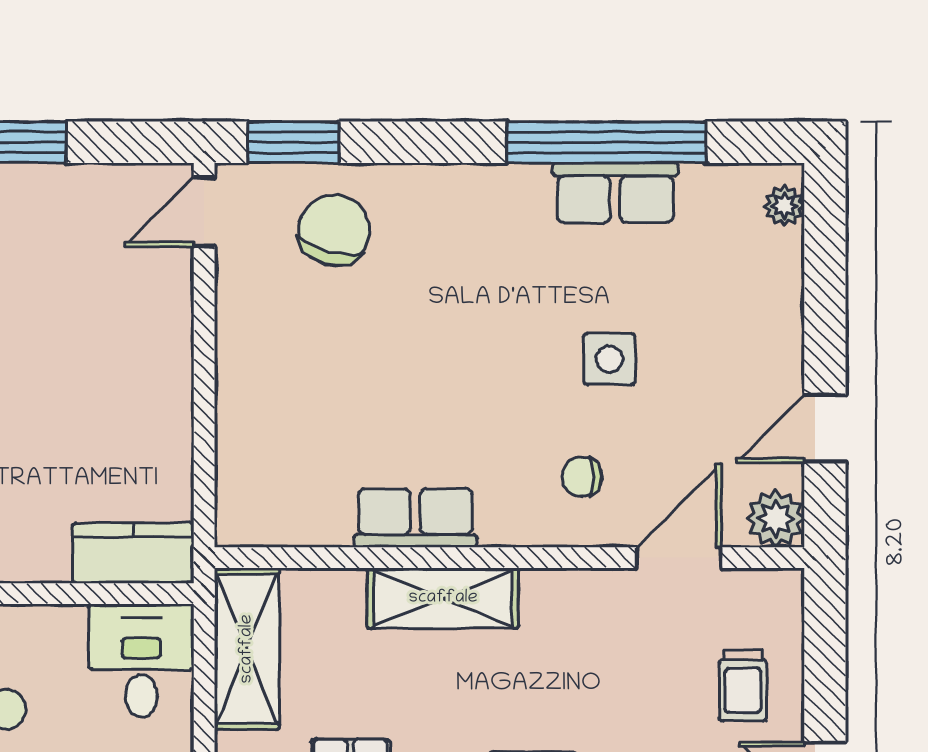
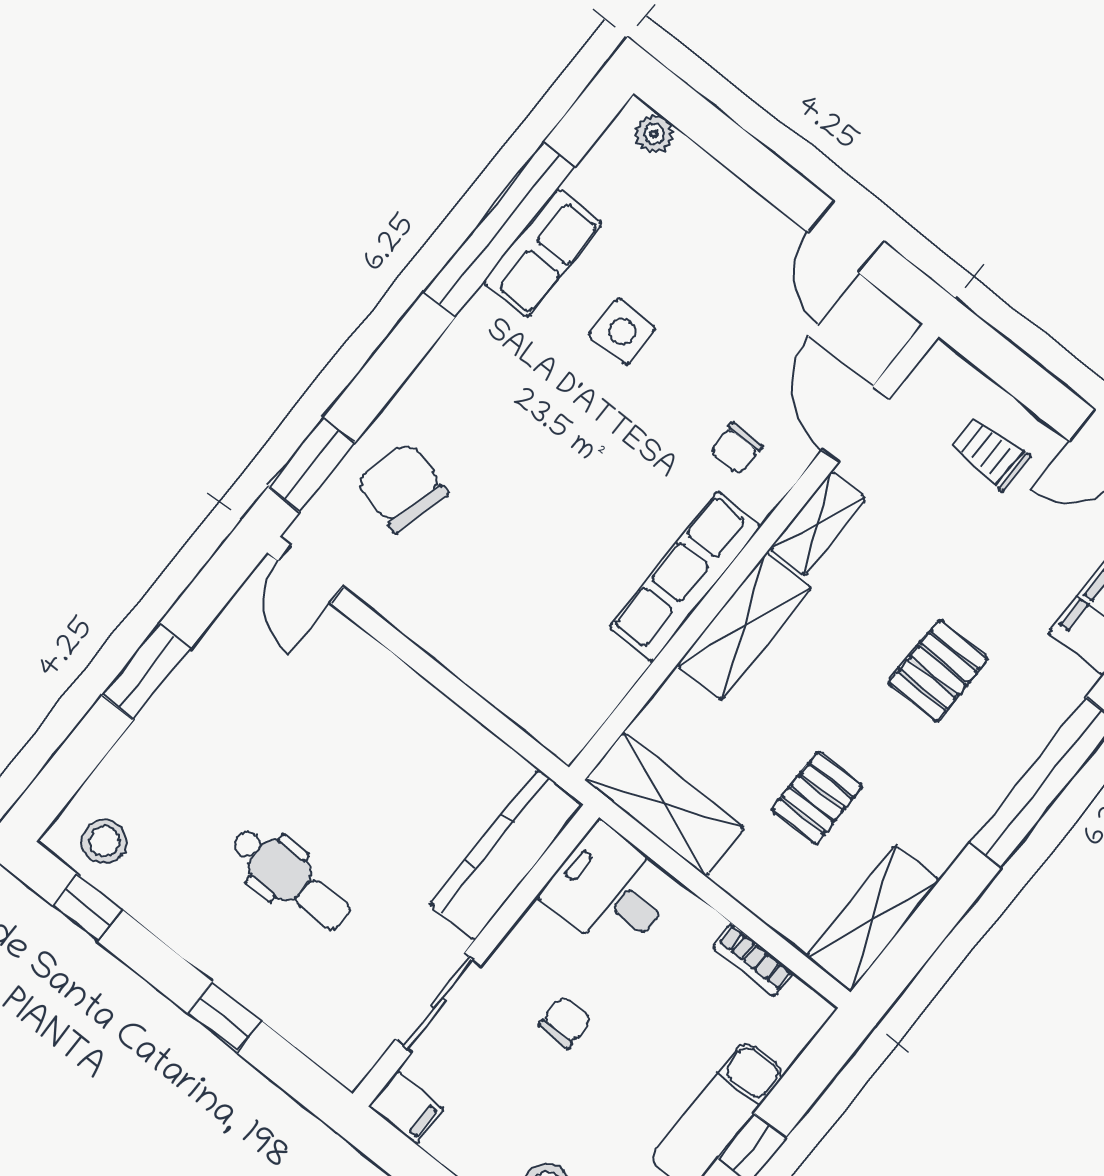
side table: (609, 359) -> (622, 332), moved
row of seats: (415, 518) -> (685, 577), width x1.48
plant: (775, 519) -> (884, 328), removed
kitchen counter: (133, 553) -> (506, 855), width x1.50
shelving: (574, 591) -> (818, 523), added
trolley: (743, 685) -> (990, 453), turned 180

